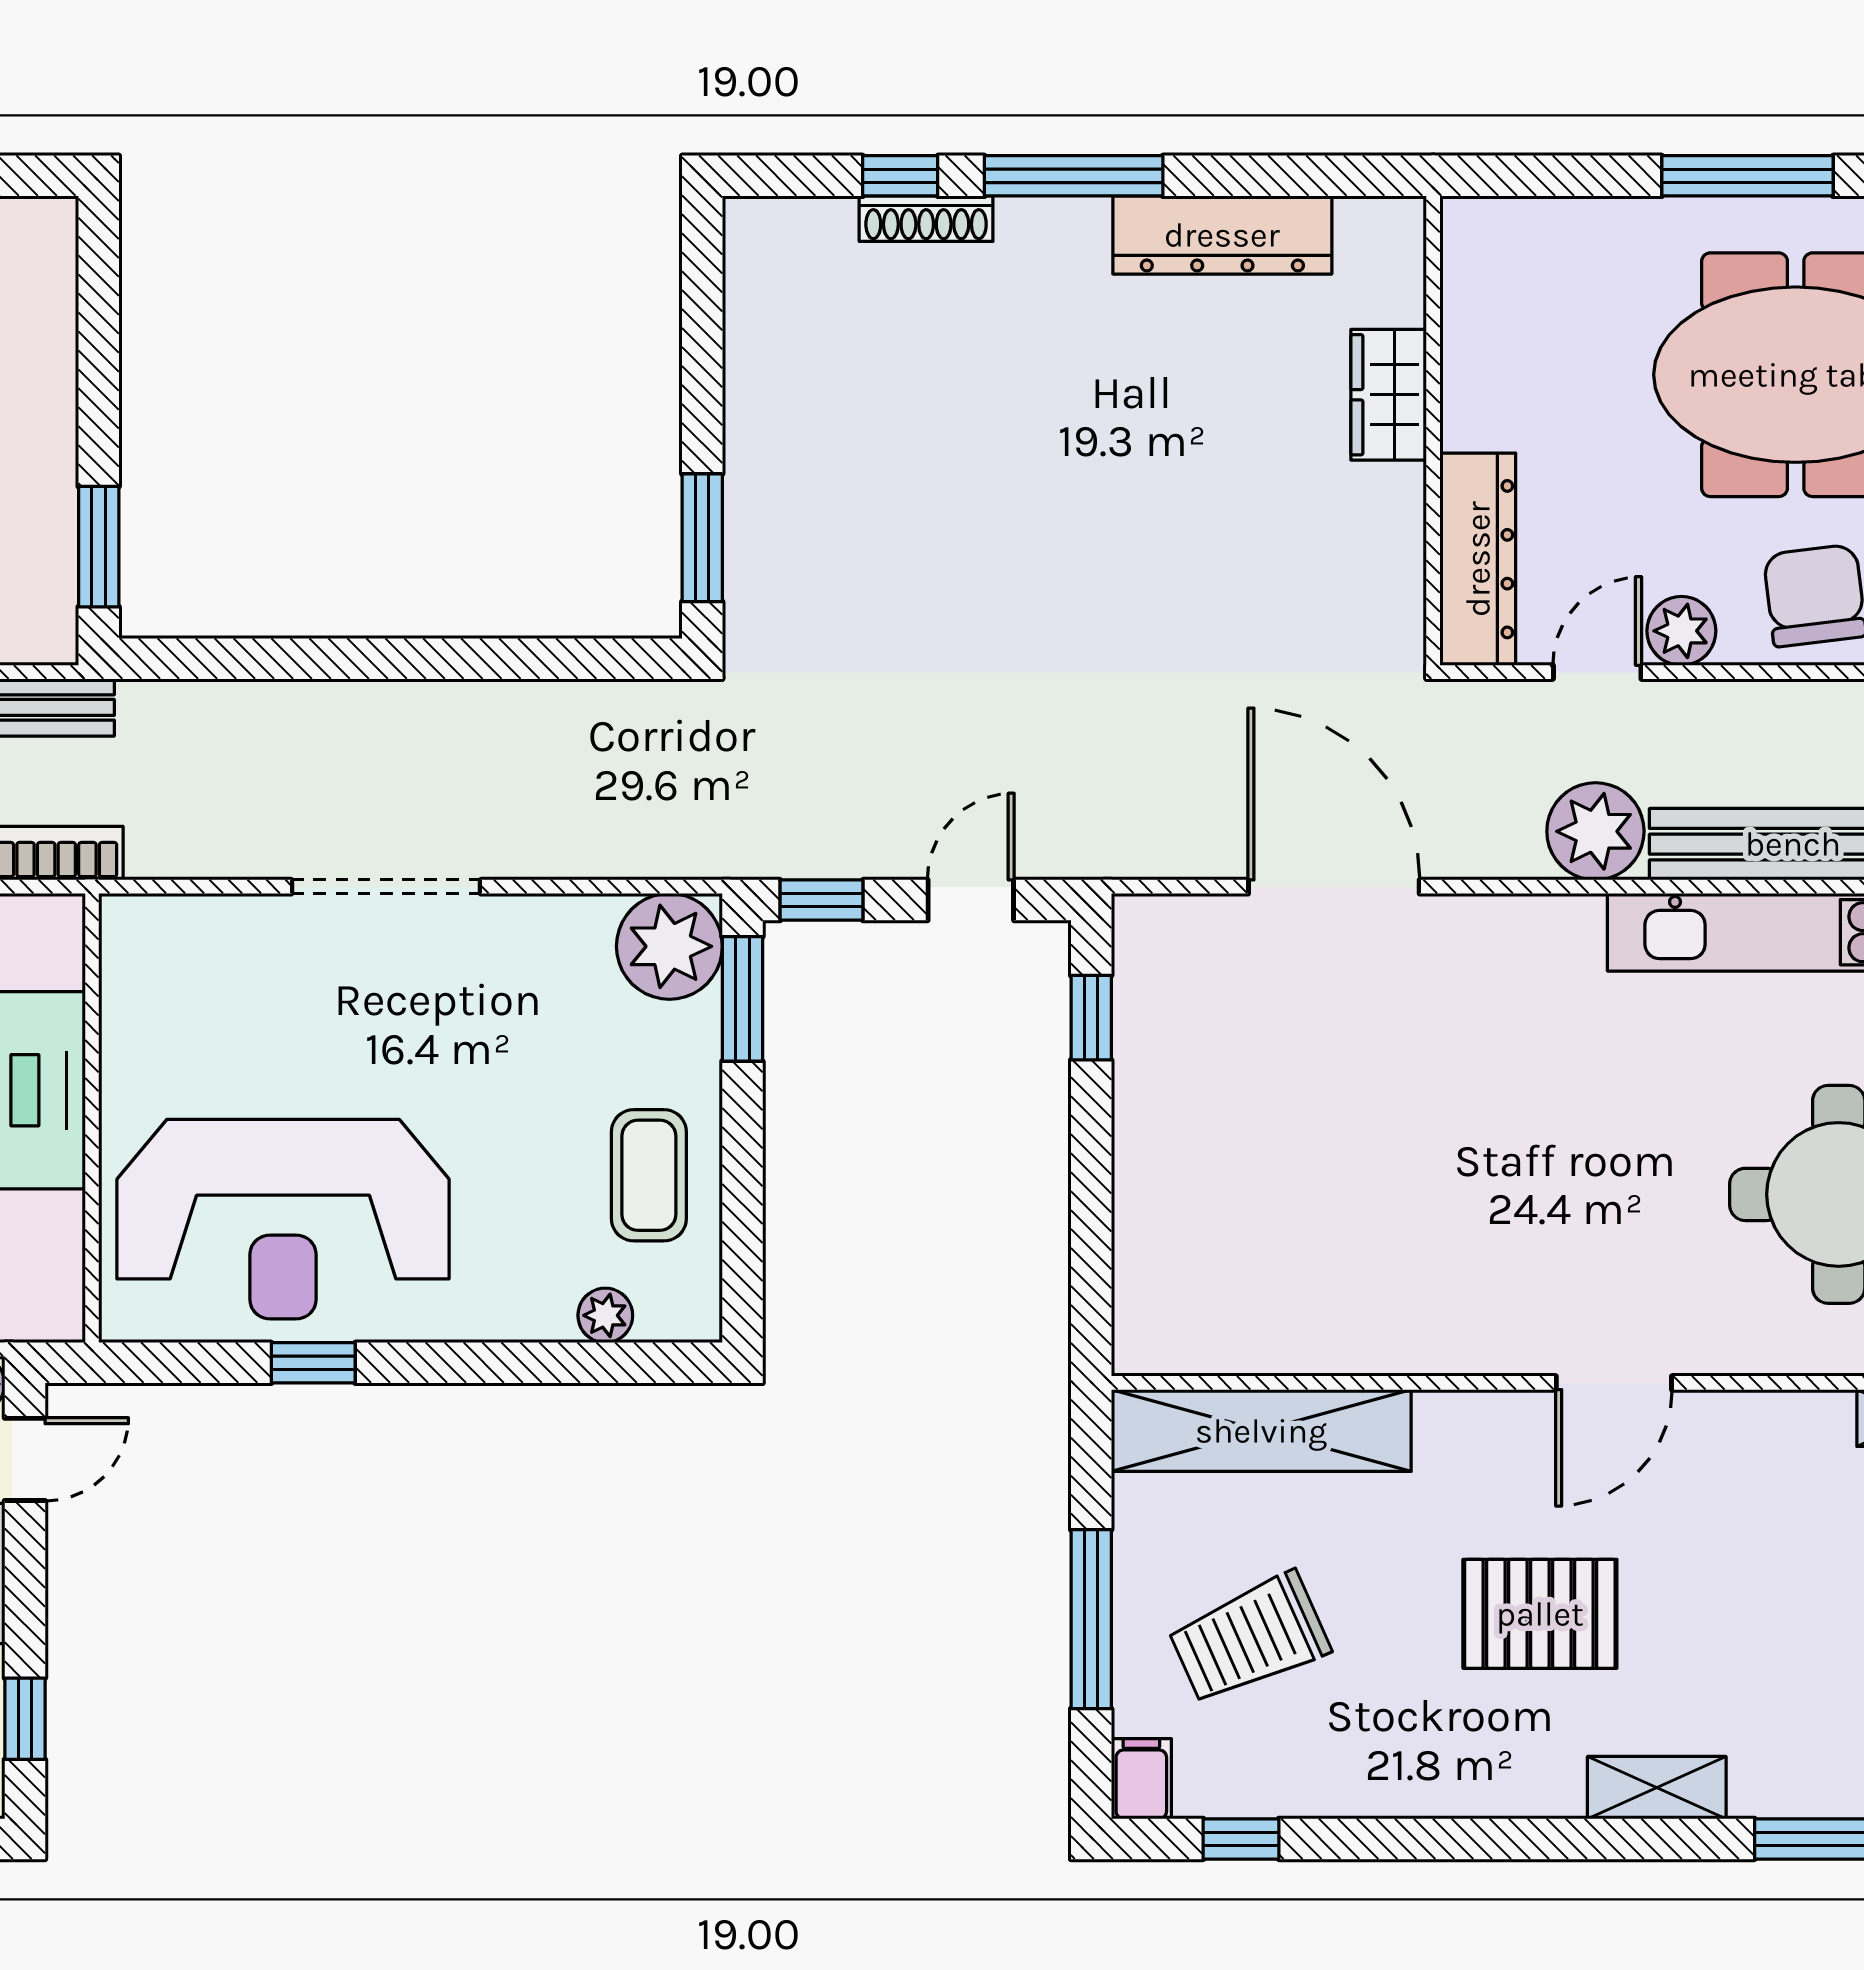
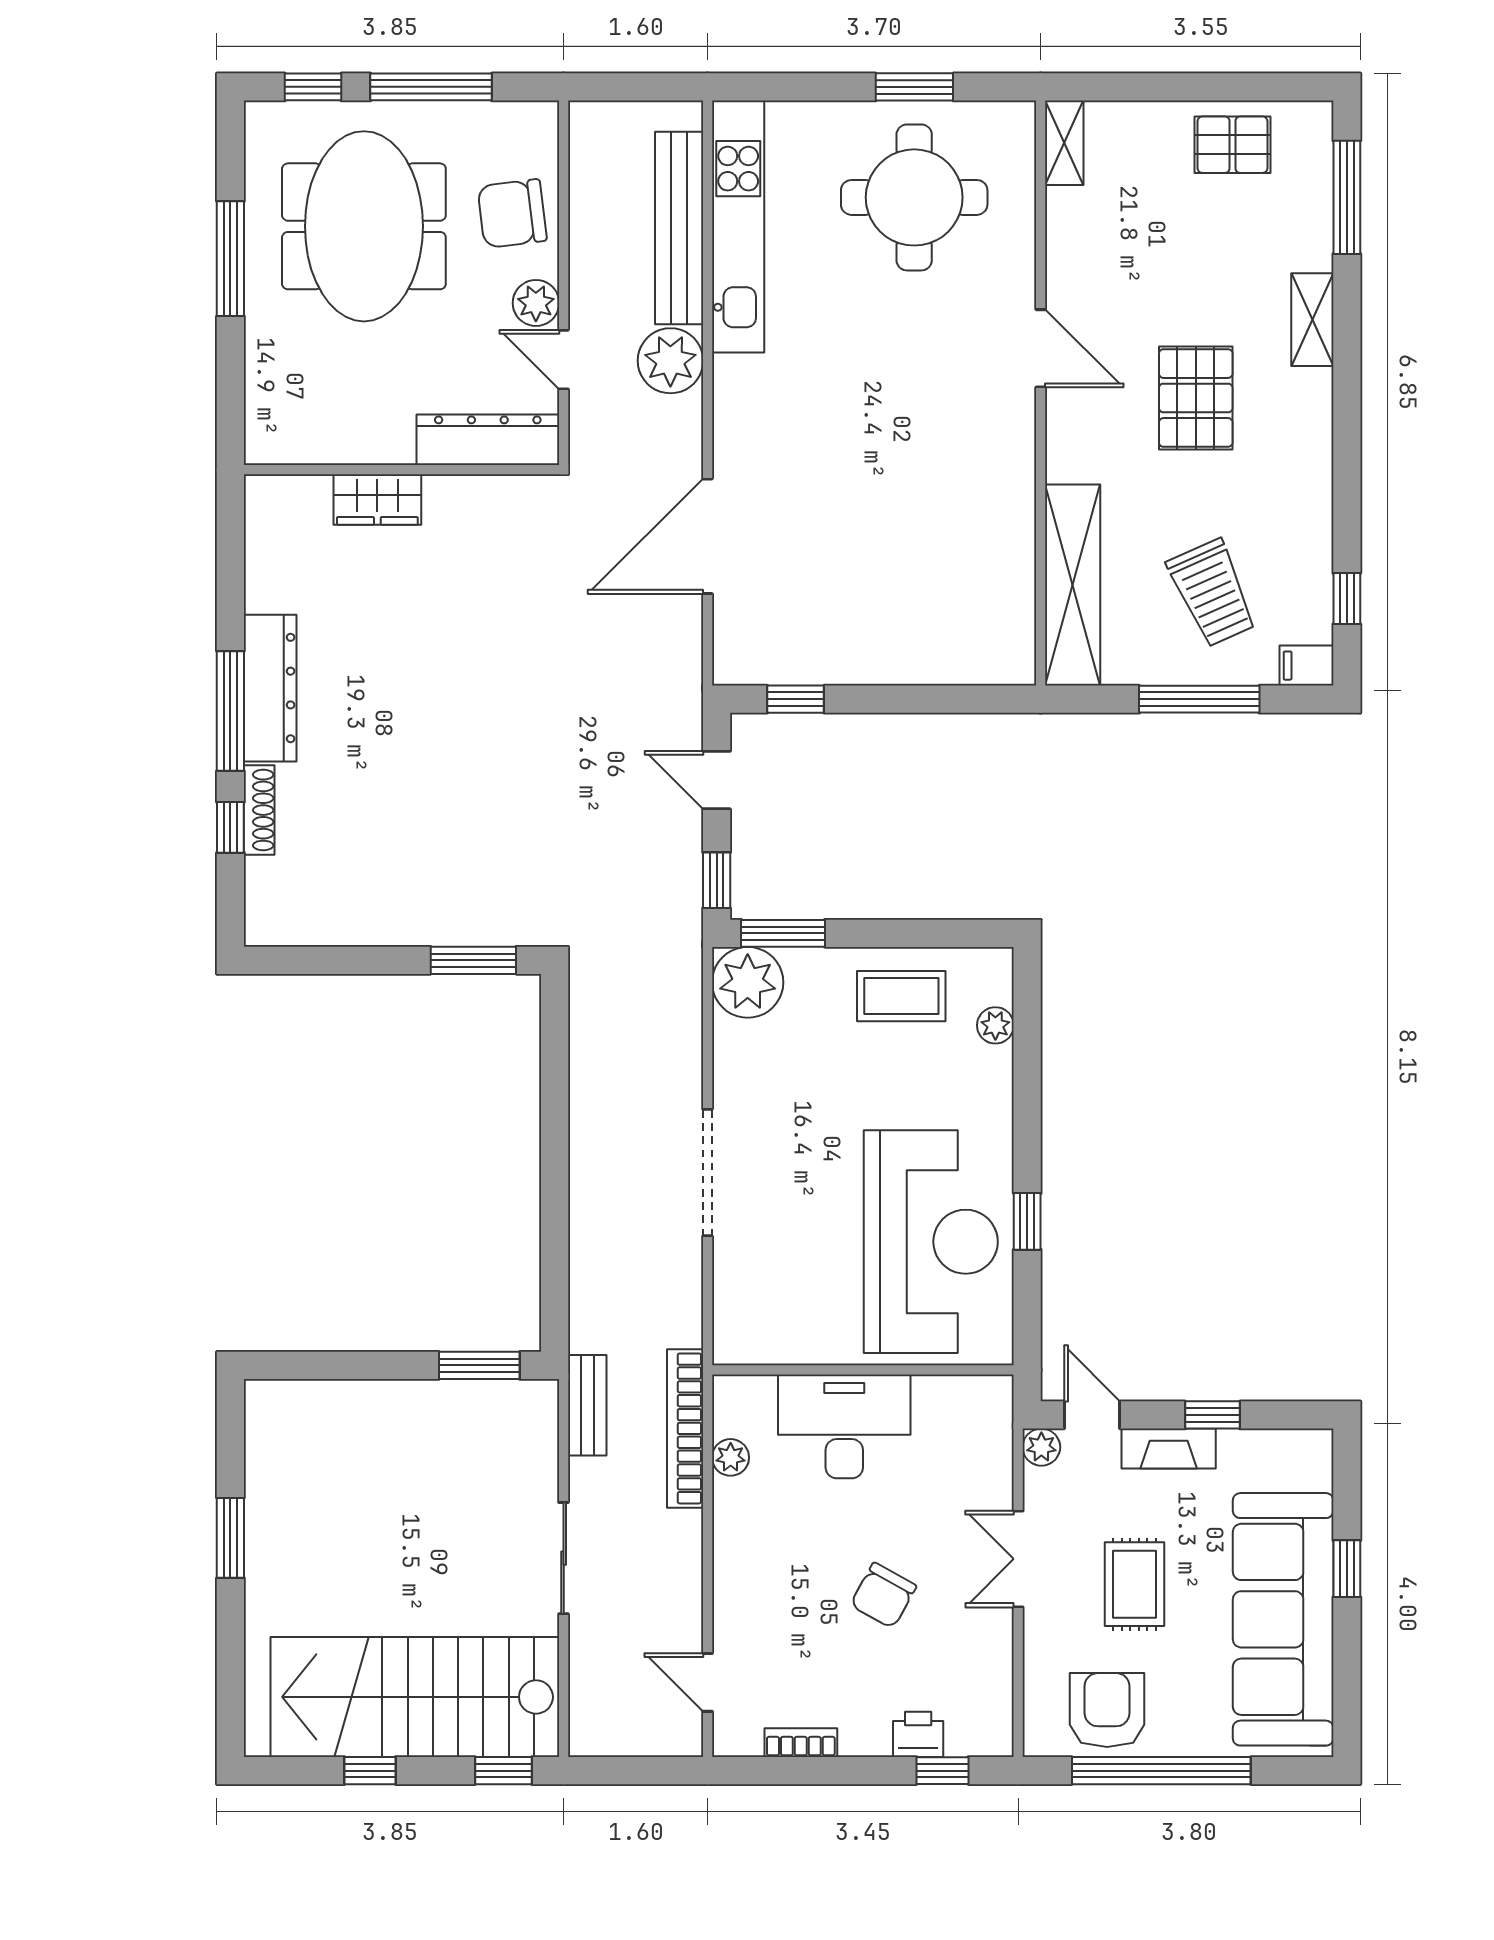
dresser: (1222, 235) -> (270, 688), moved
window: (25, 1719) -> (1212, 1415), moved

